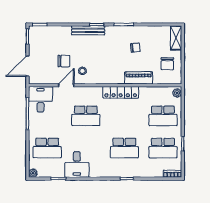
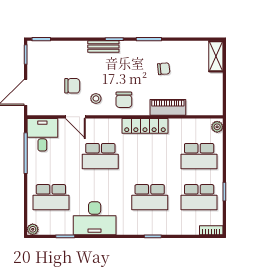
bench: (88, 30) -> (103, 47), width x0.73
chair: (167, 64) -> (124, 100), moved
door: (66, 85) -> (75, 117), swing flipped
desk: (77, 164) -> (95, 218), width x1.37

